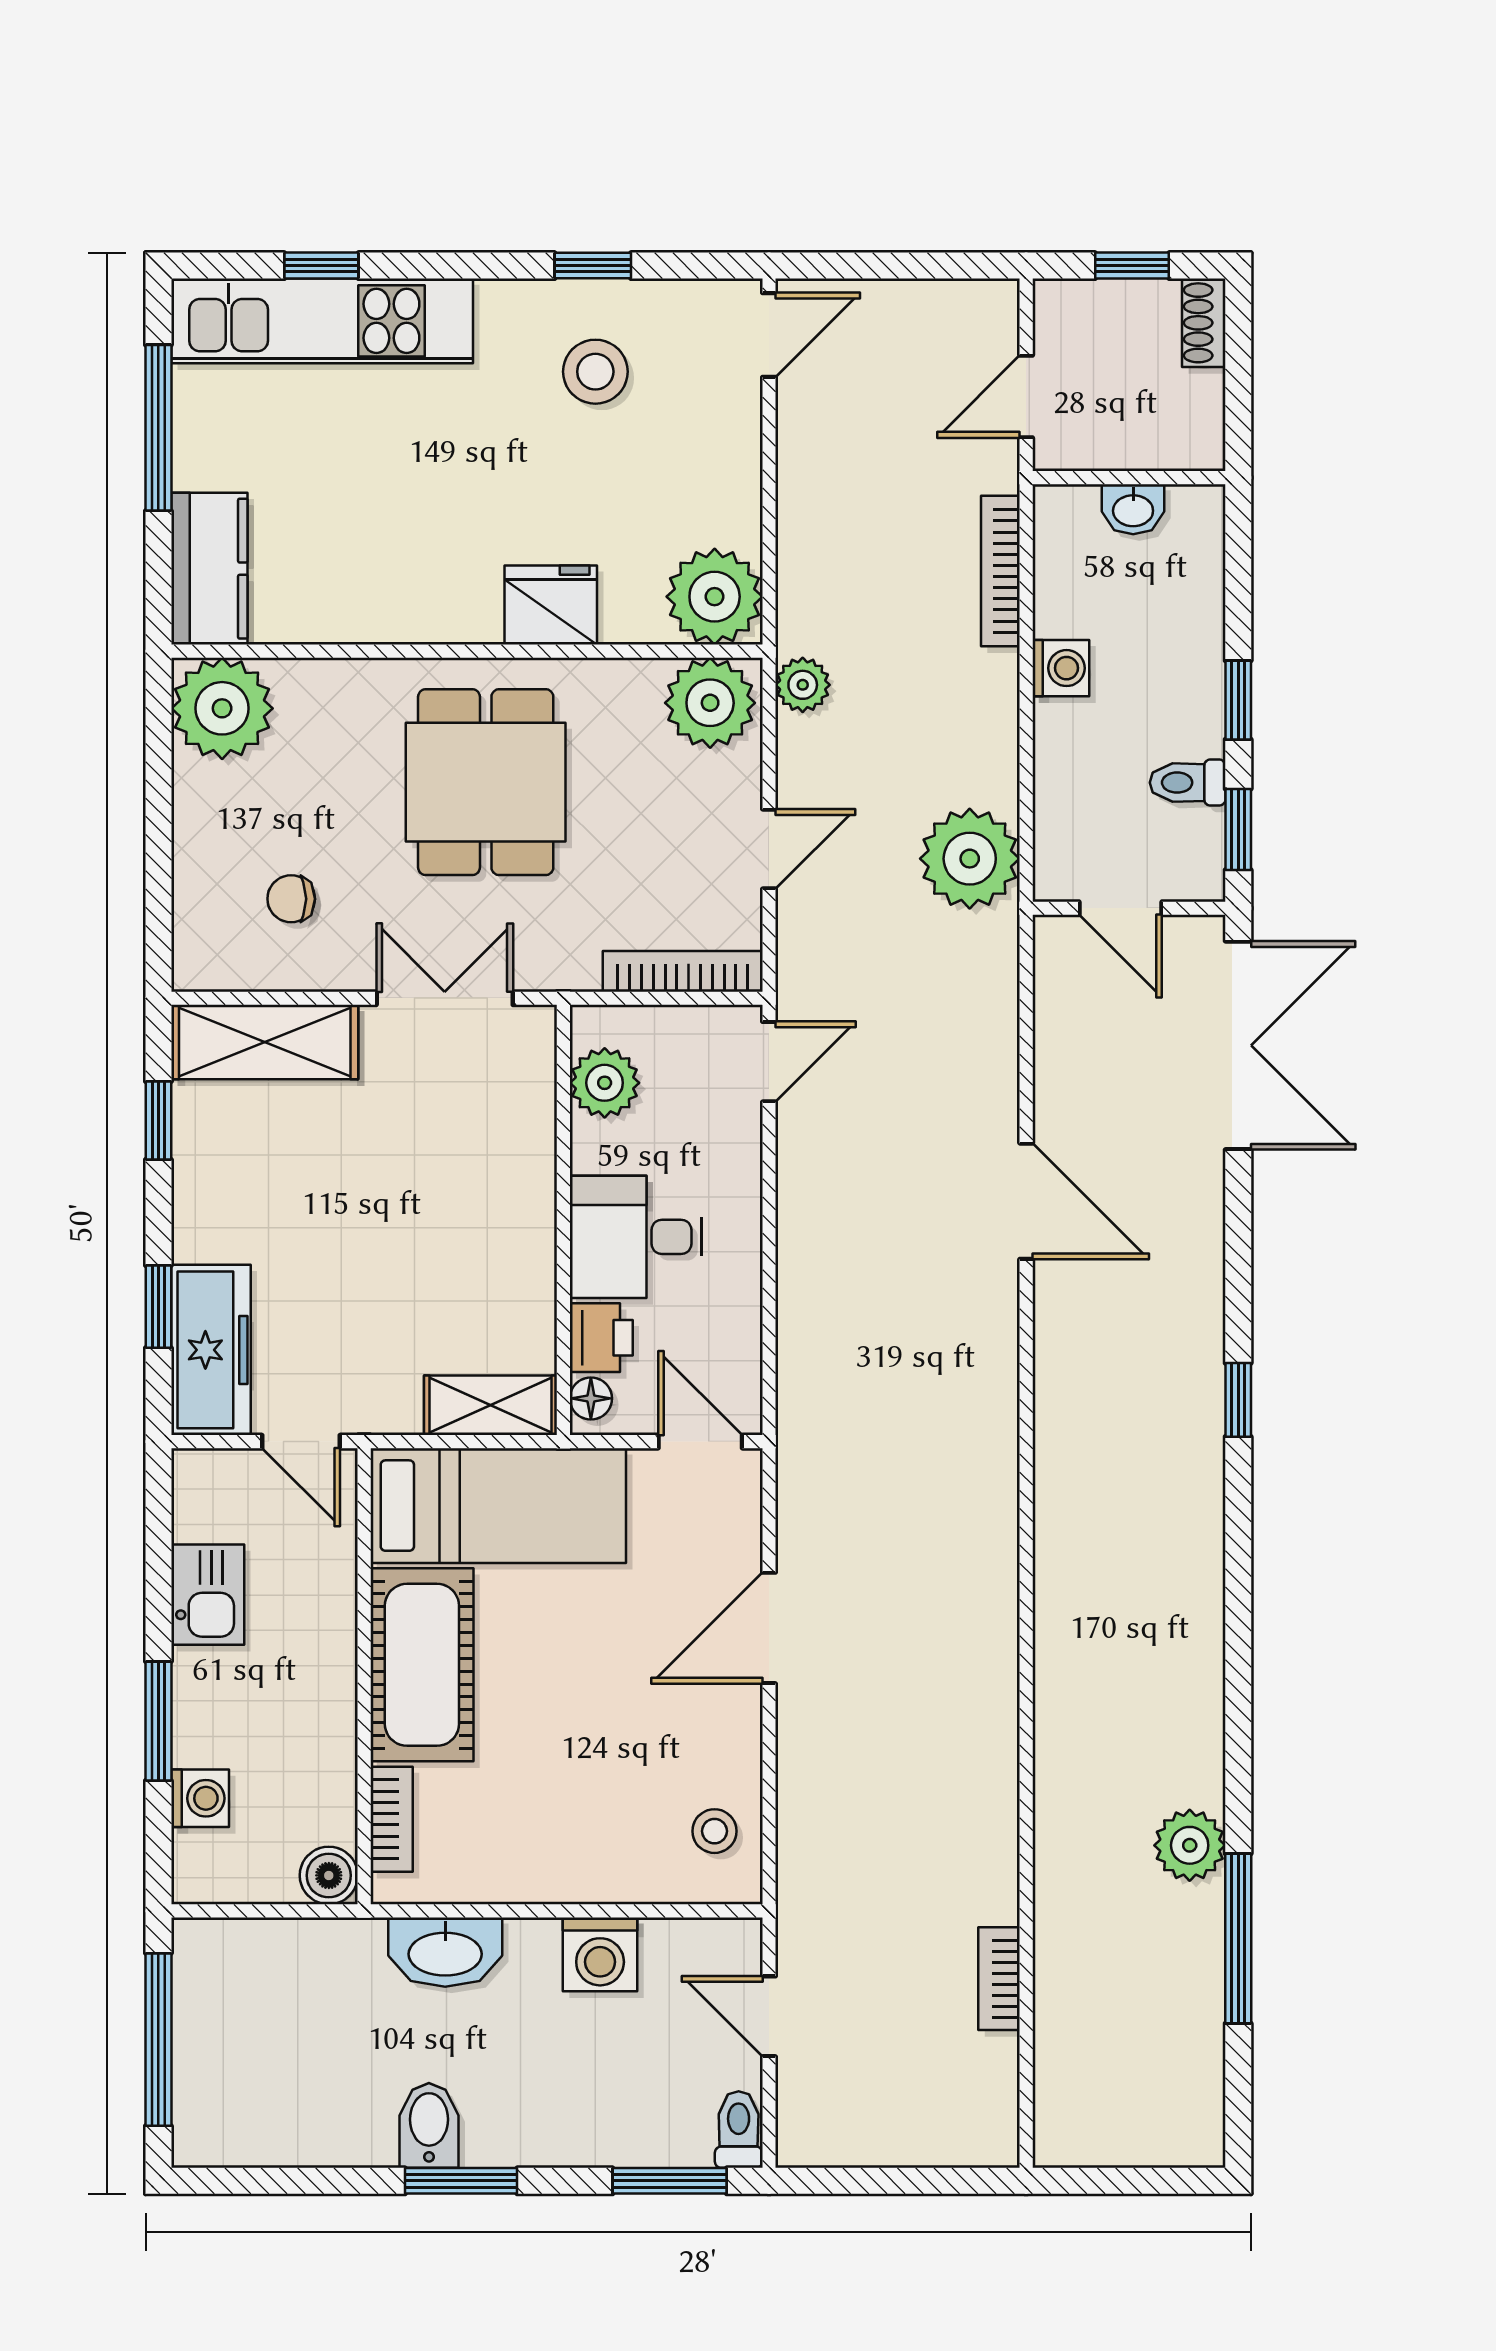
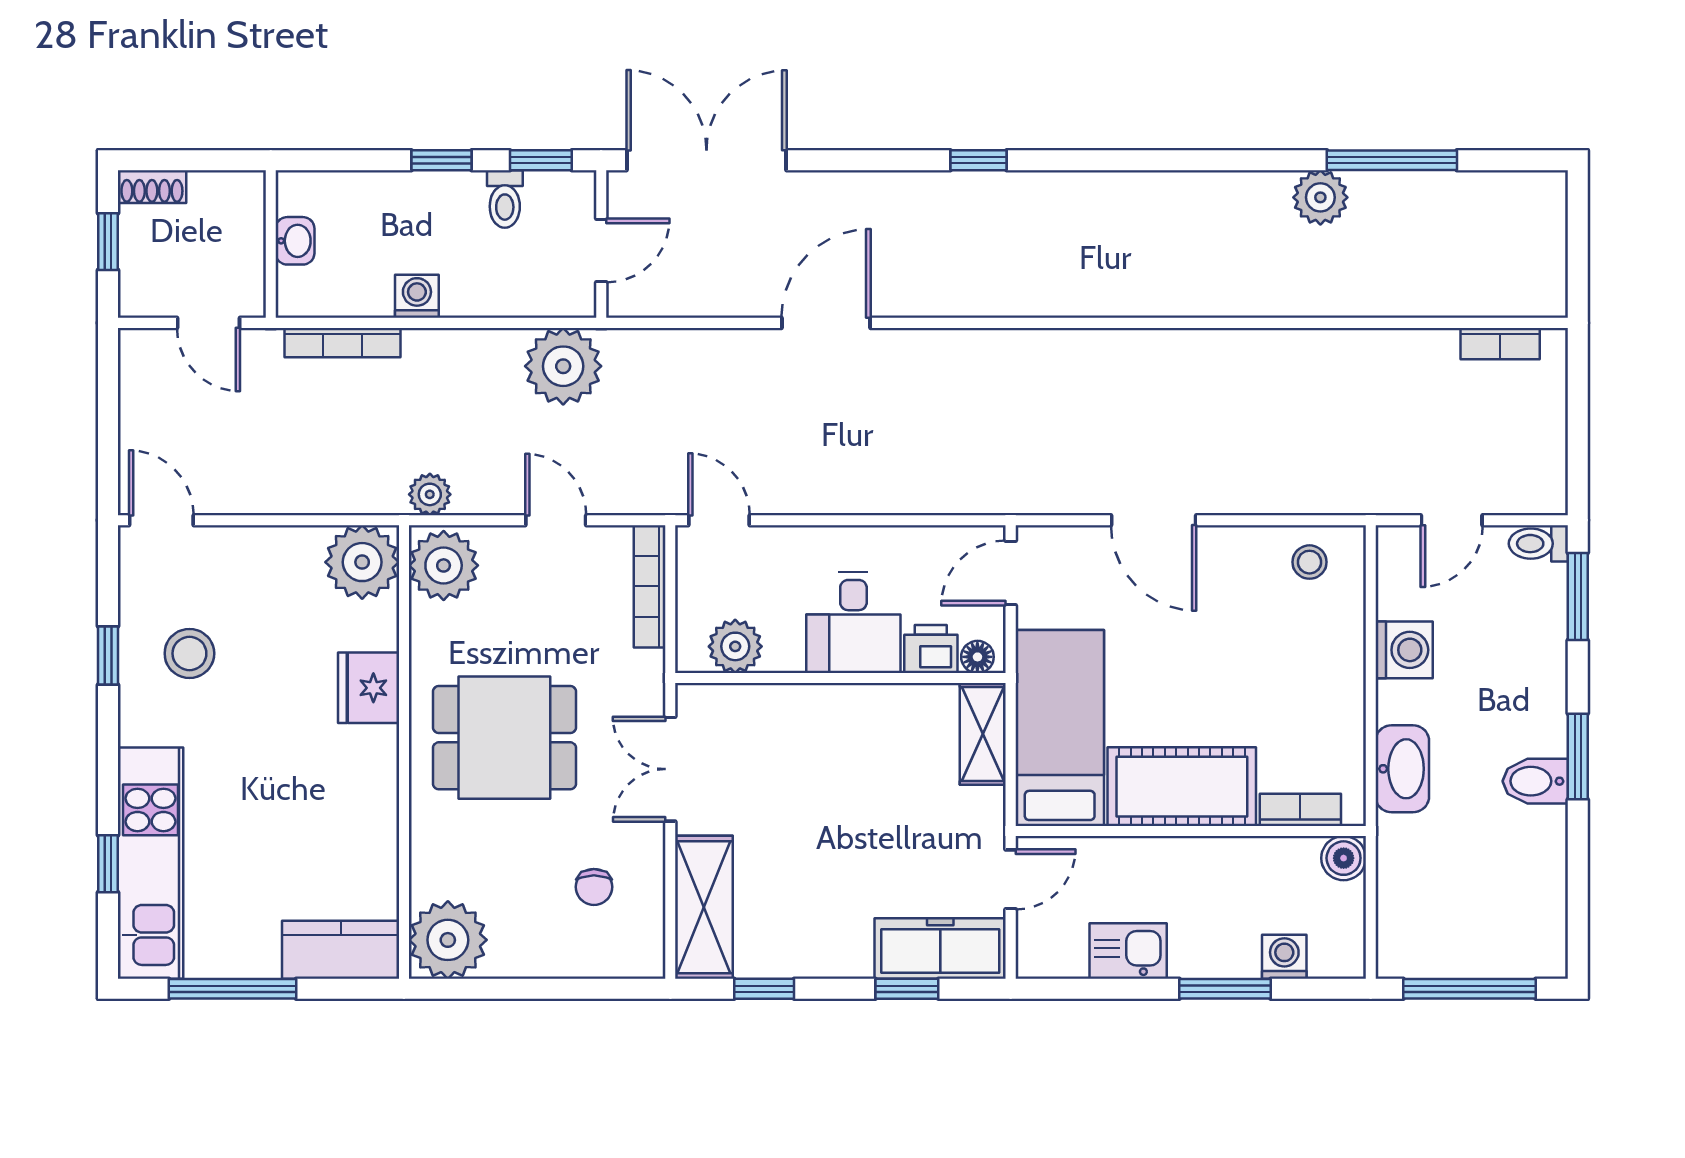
bookcase: (999, 1979) -> (1500, 344), moved

